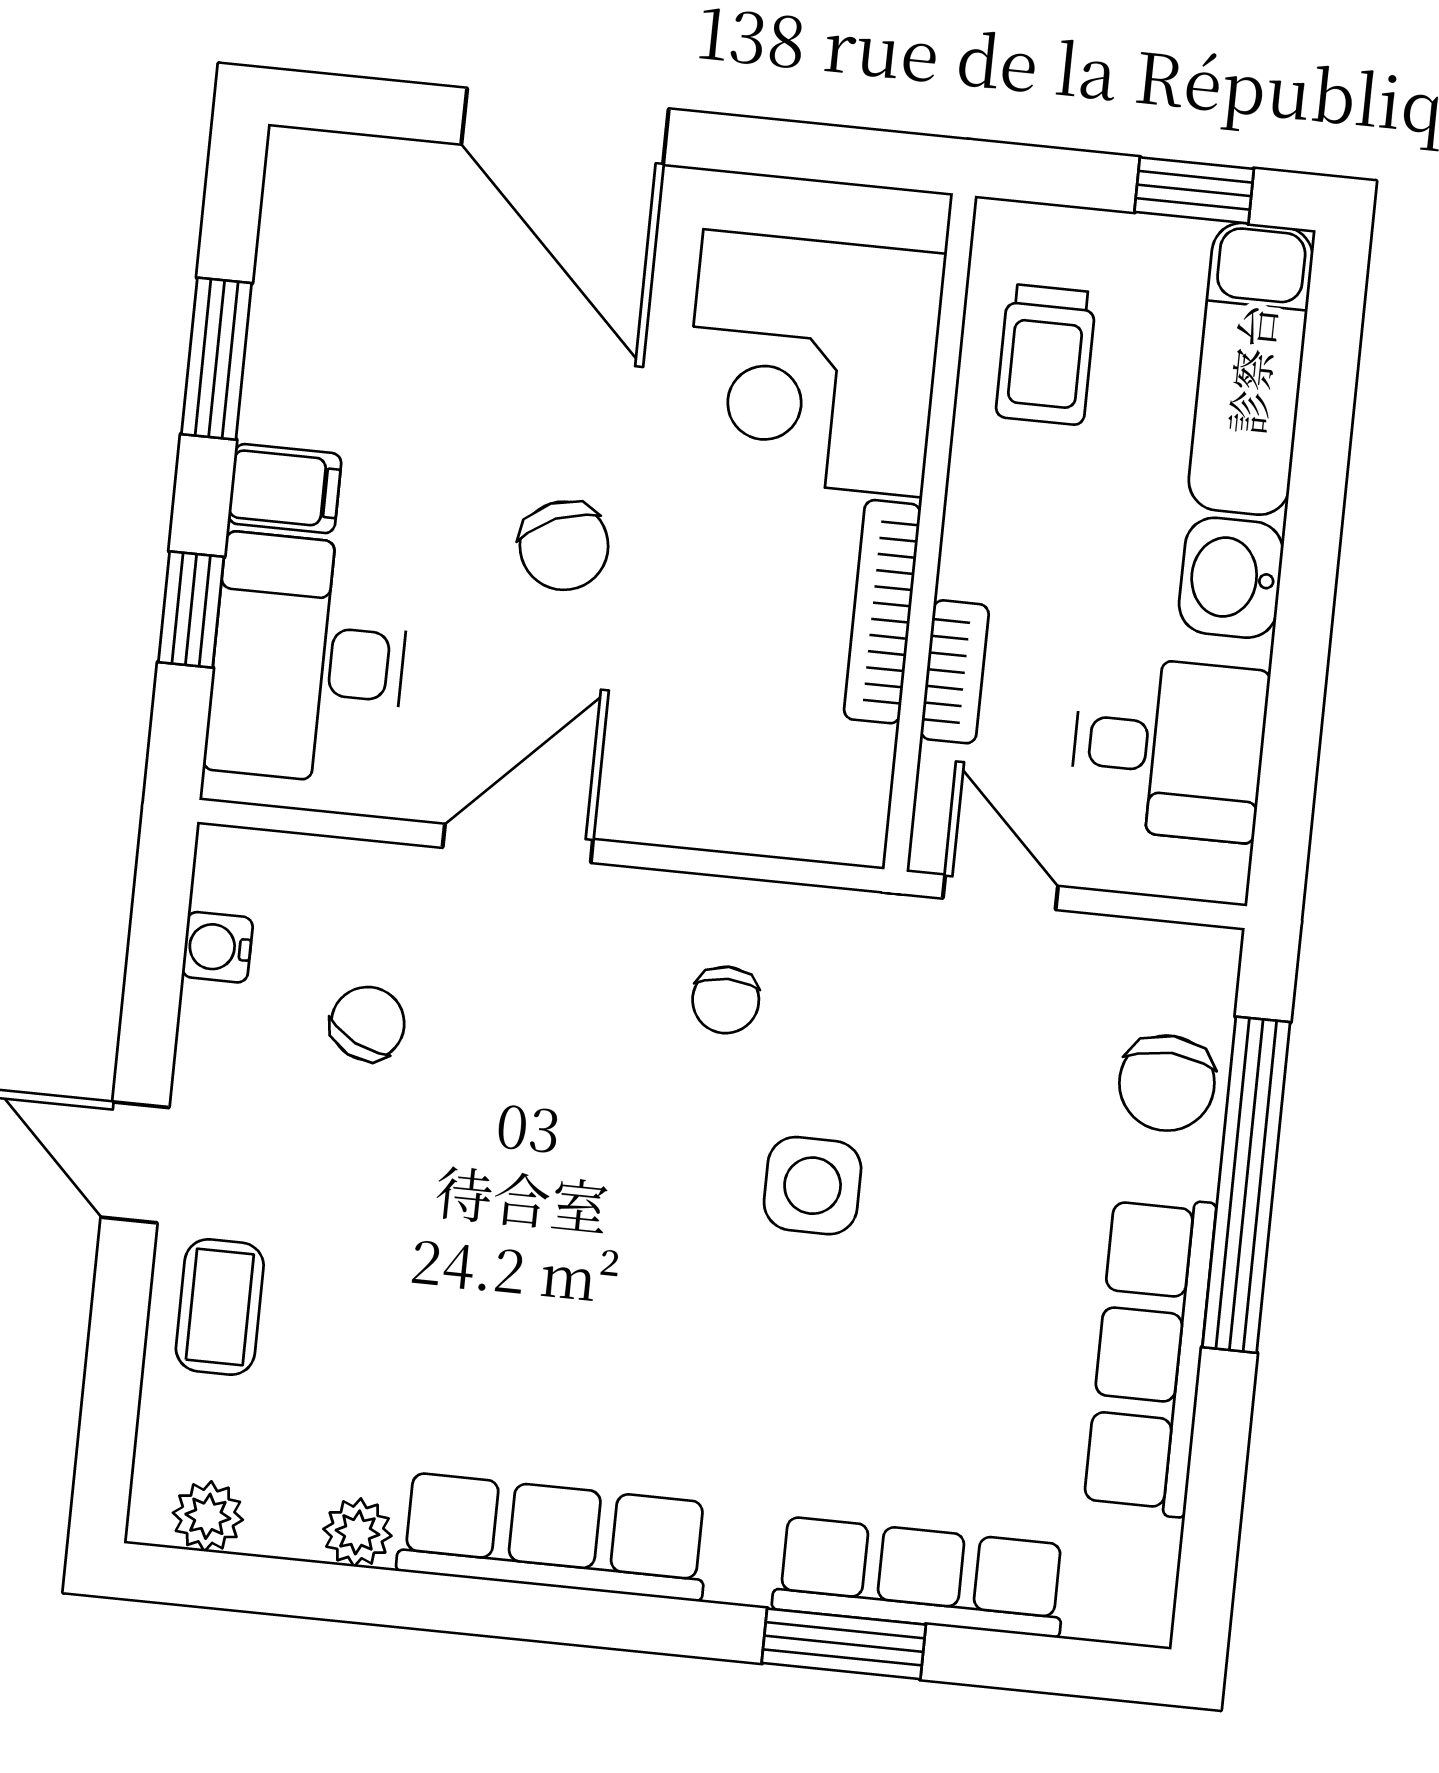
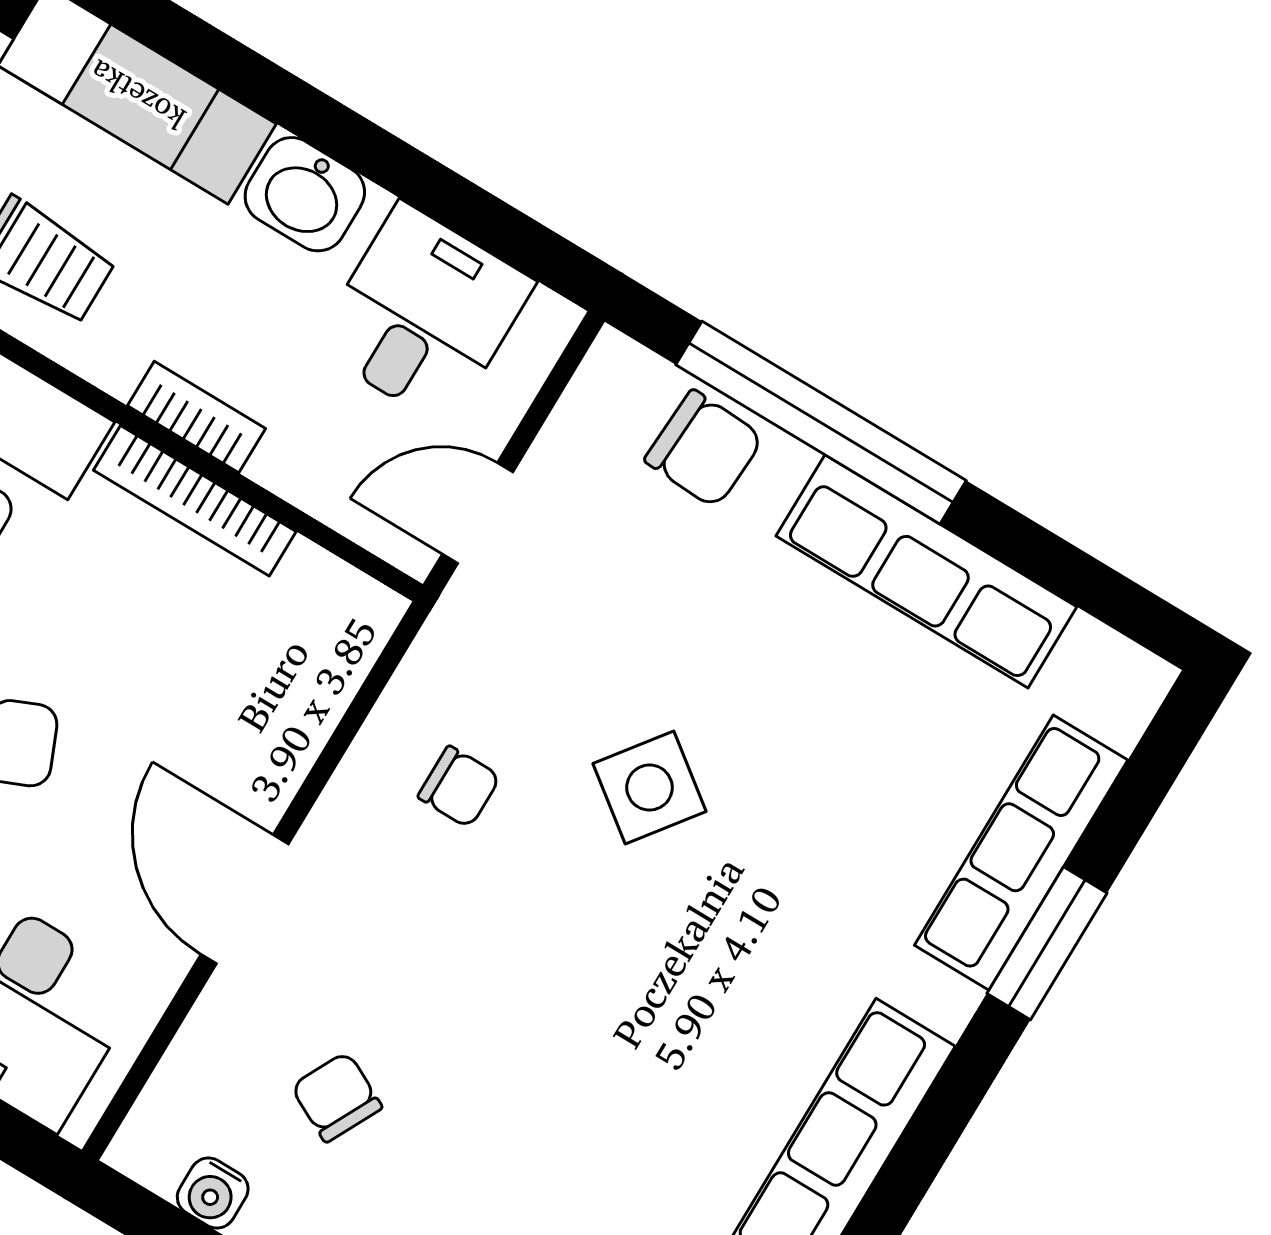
bookcase: (955, 672) -> (197, 417), moved
side table: (813, 1186) -> (650, 788), turned 37

